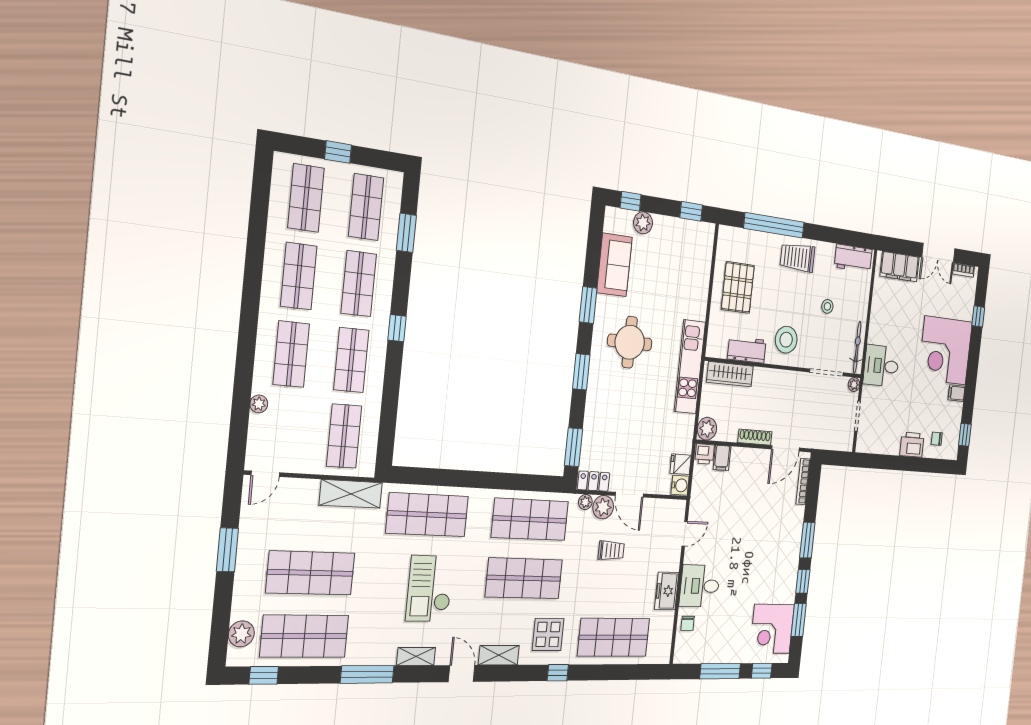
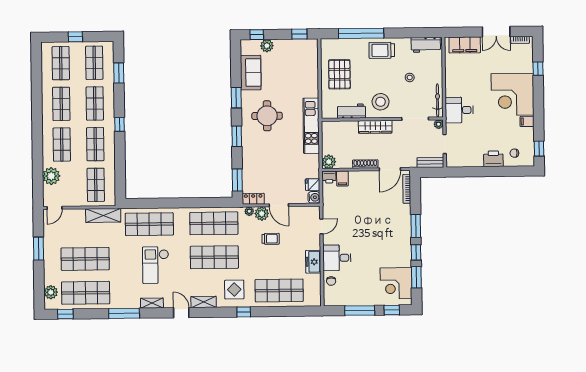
wardrobe: (730, 374) -> (375, 127), moved
plant: (259, 404) -> (51, 176), width x1.88, depth x1.88
bench: (837, 443) -> (430, 162), added

